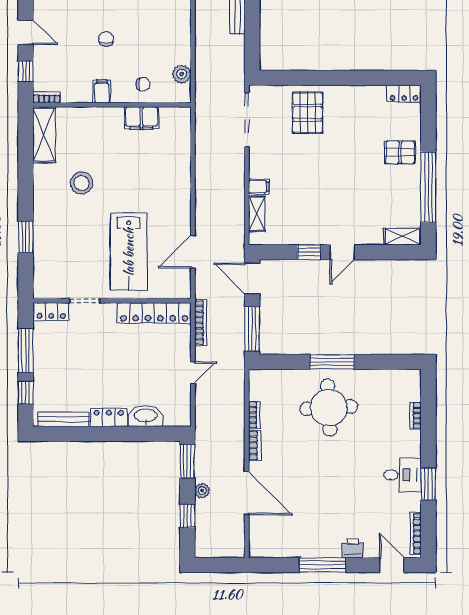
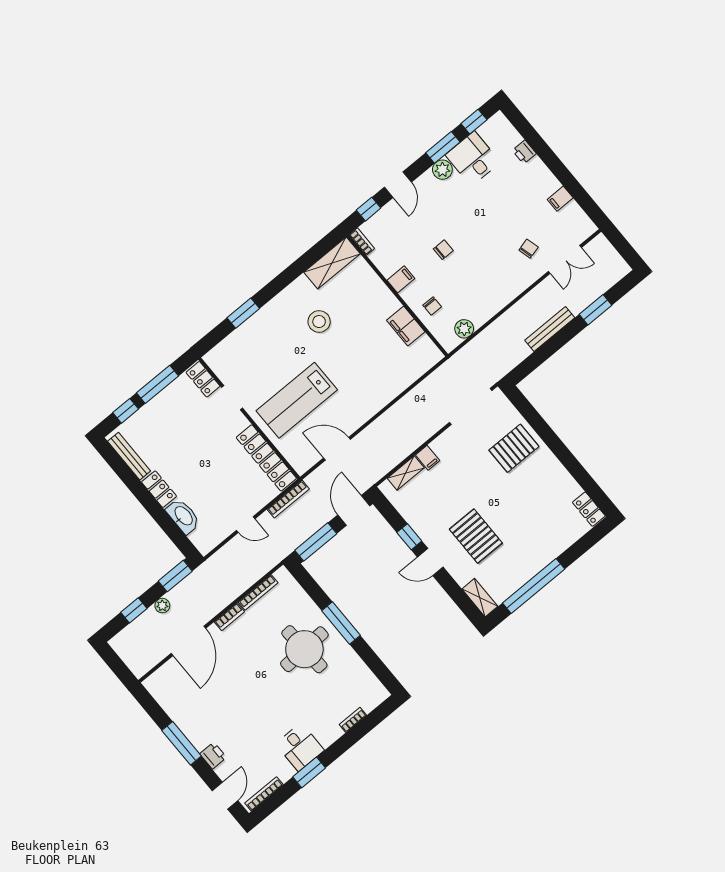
pallet: (400, 152) -> (476, 536), moved, width x1.50, depth x1.42
bookcase: (254, 415) -> (258, 592), width x1.56

